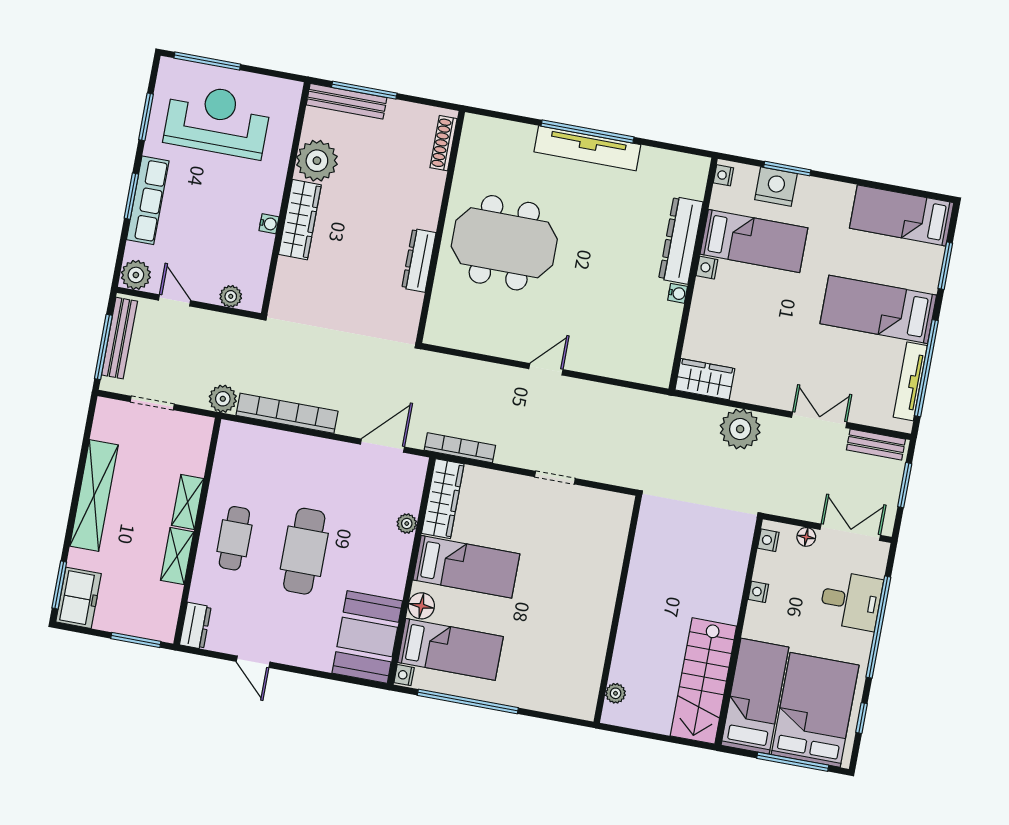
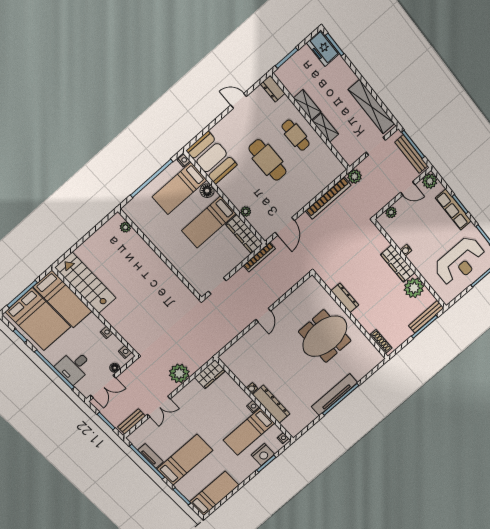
tv unit: (910, 381) -> (150, 456), width x0.71
shelving: (94, 495) -> (372, 107), moved
wall: (618, 609) -> (160, 255), moved
plant: (616, 693) -> (125, 227), moved

